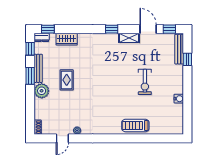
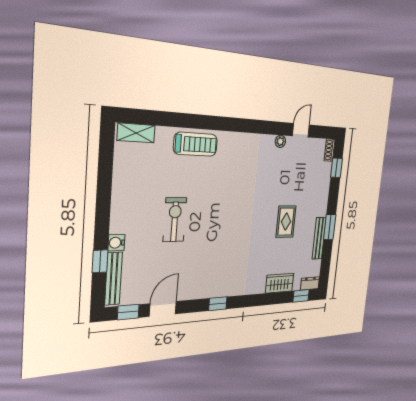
door: (148, 29) -> (163, 309), swing flipped
shelving: (129, 38) -> (136, 133), moved
window: (30, 49) -> (336, 168), moved
plant: (42, 91) -> (319, 205), removed
water cooler: (179, 99) -> (116, 243), moved

